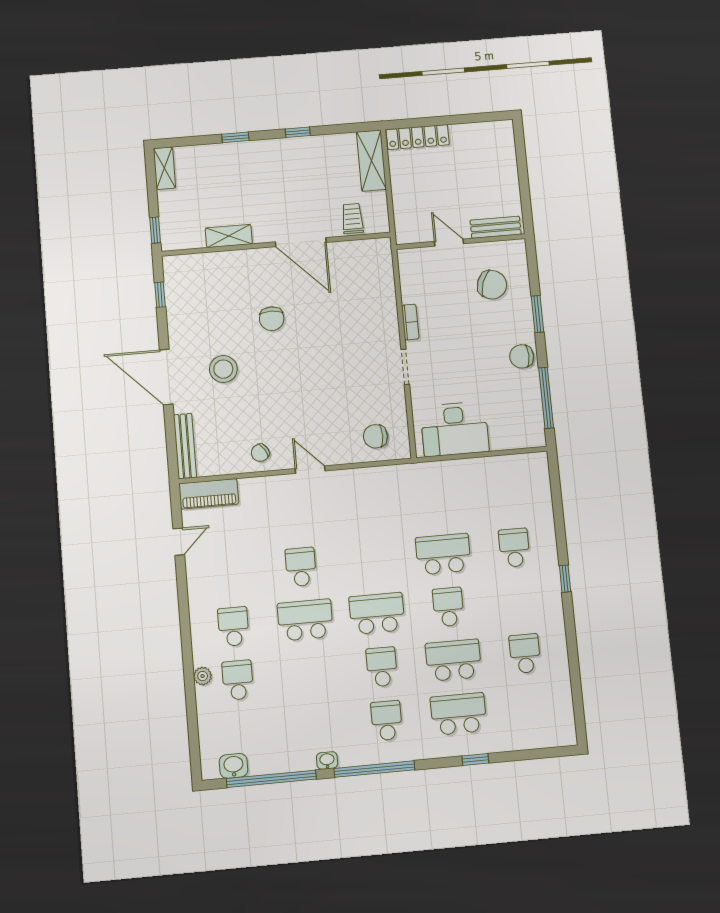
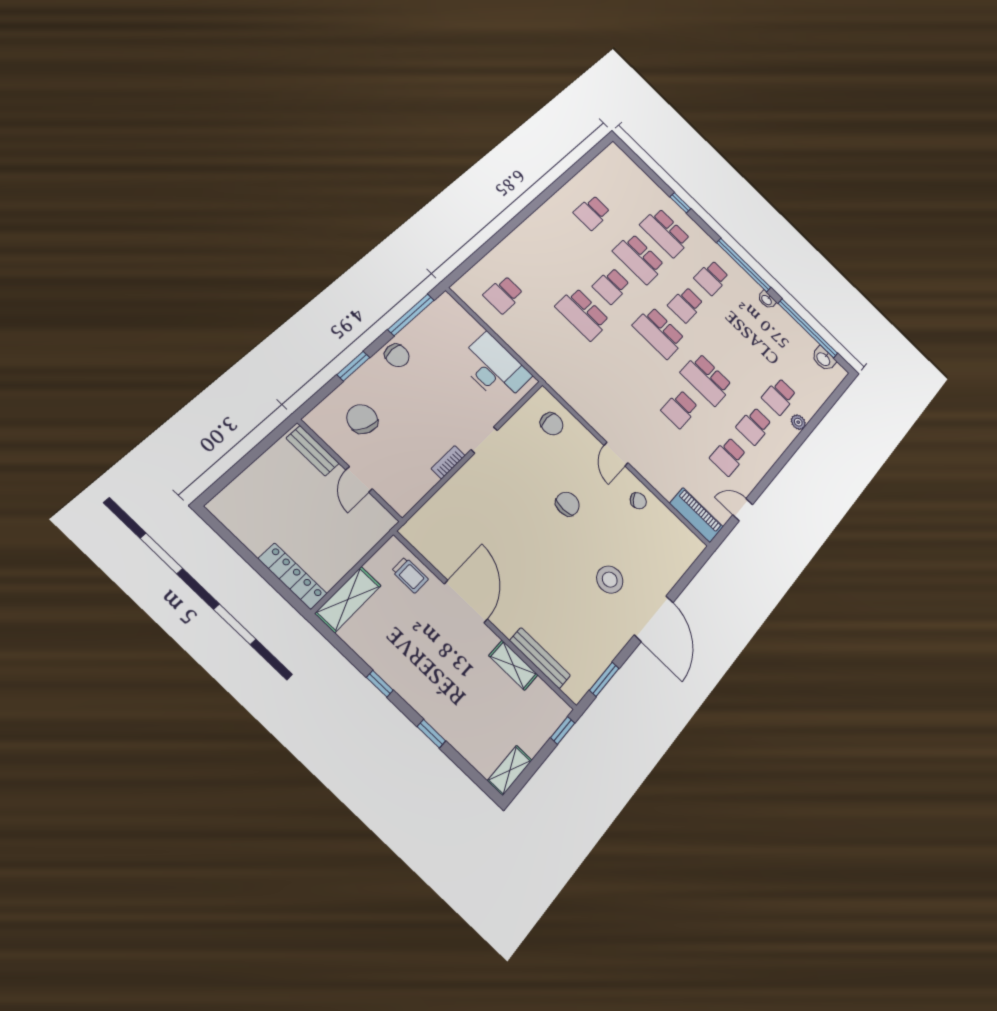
trolley: (352, 219) -> (410, 575), turned -90
window: (160, 295) -> (604, 679), width x1.50
chair: (272, 319) -> (567, 504), moved
bench: (185, 446) -> (540, 658), moved, turned 90
school desk: (514, 548) -> (504, 294), moved
school desk: (229, 573) -> (728, 456), added
window: (565, 579) -> (522, 216), removed

